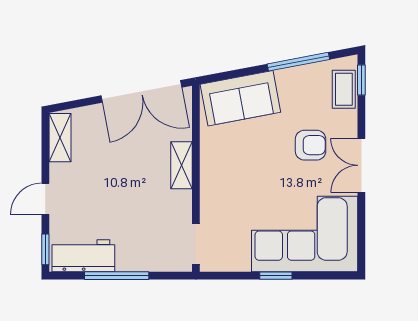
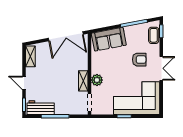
shelving: (181, 165) -> (83, 81), moved
double door: (361, 165) -> (161, 68), swing flipped
plant: (213, 192) -> (97, 80), added
door: (45, 199) -> (24, 83), hinge flipped

